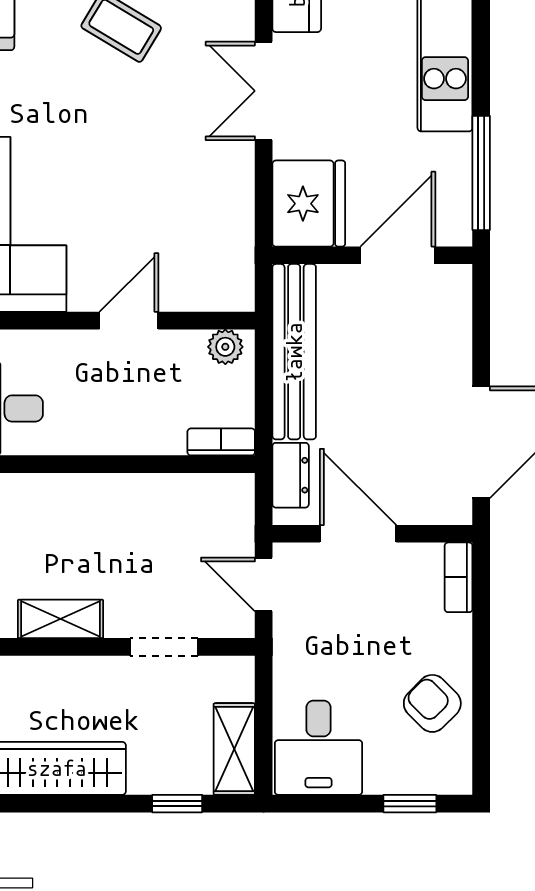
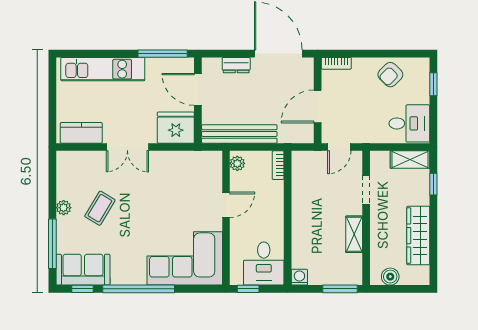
door: (129, 321) -> (226, 205), swing flipped
dresser: (291, 475) -> (236, 65), moved, turned 180

